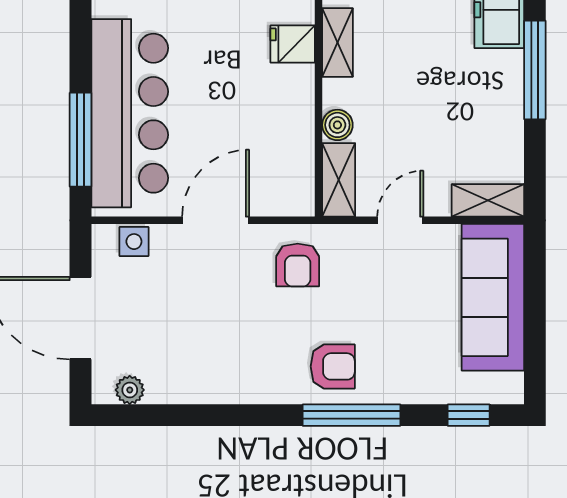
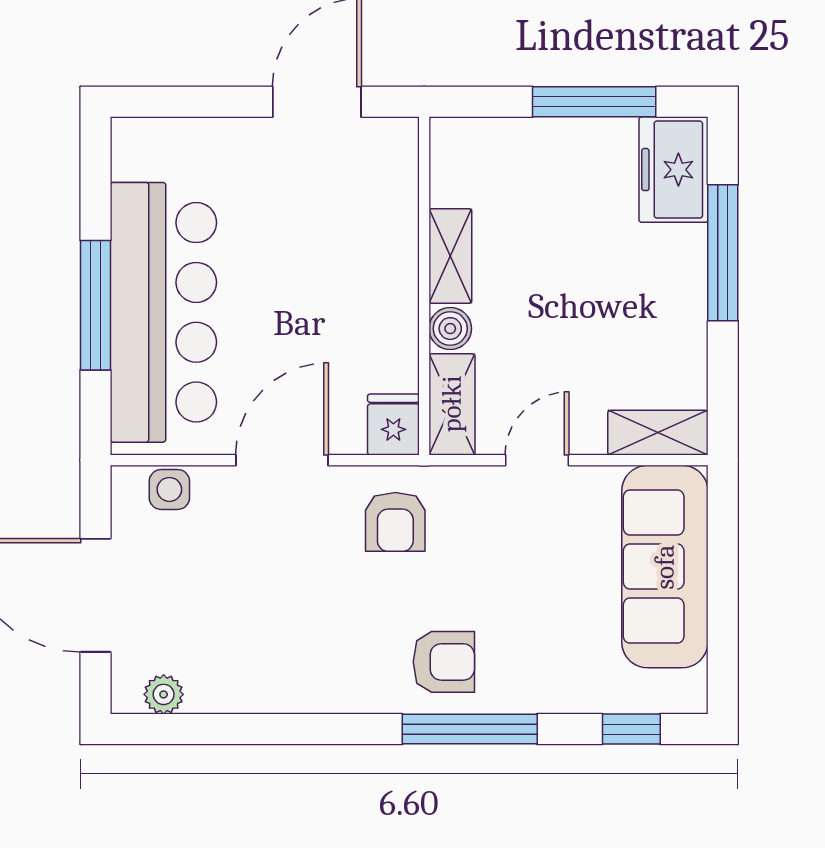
shelving: (338, 42) -> (450, 256), moved
fridge: (293, 44) -> (393, 425), moved, turned 90
window: (80, 140) -> (96, 305), moved

